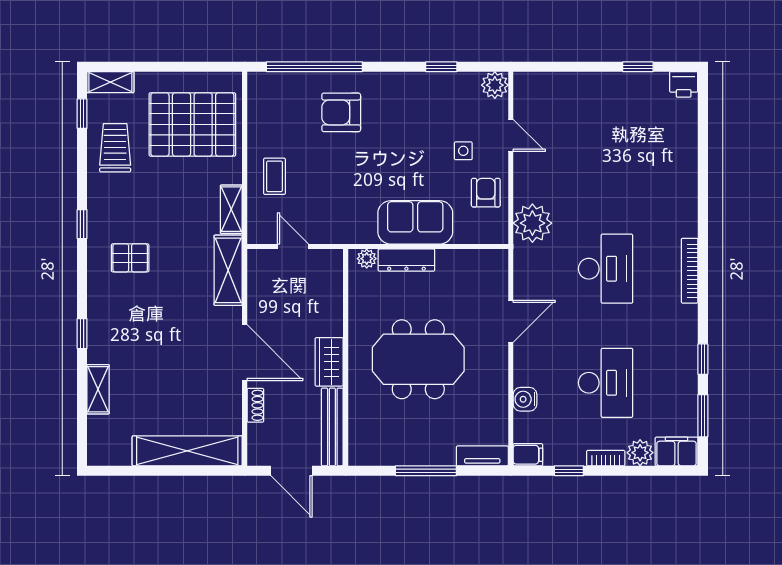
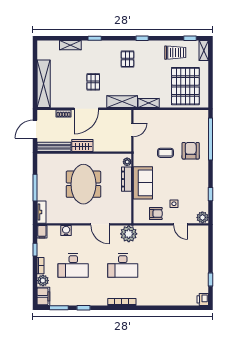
door: (511, 135) -> (181, 224), hinge flipped
coffee table: (274, 176) -> (165, 153), moved
plant: (532, 223) -> (129, 234), moved
pallet: (183, 337) -> (93, 82), added

